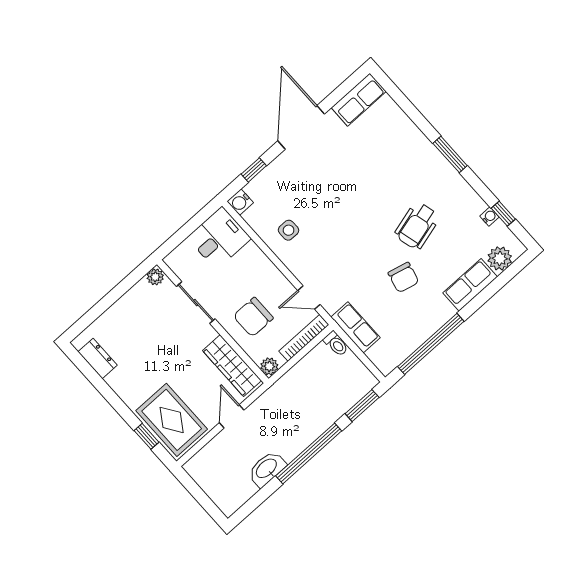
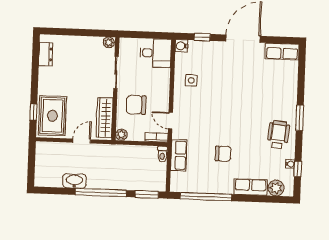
wheelchair: (417, 226) -> (278, 135), moved, turned 111
chair: (403, 277) -> (223, 154), turned -104
bookcase: (304, 338) -> (156, 137), width x0.64

